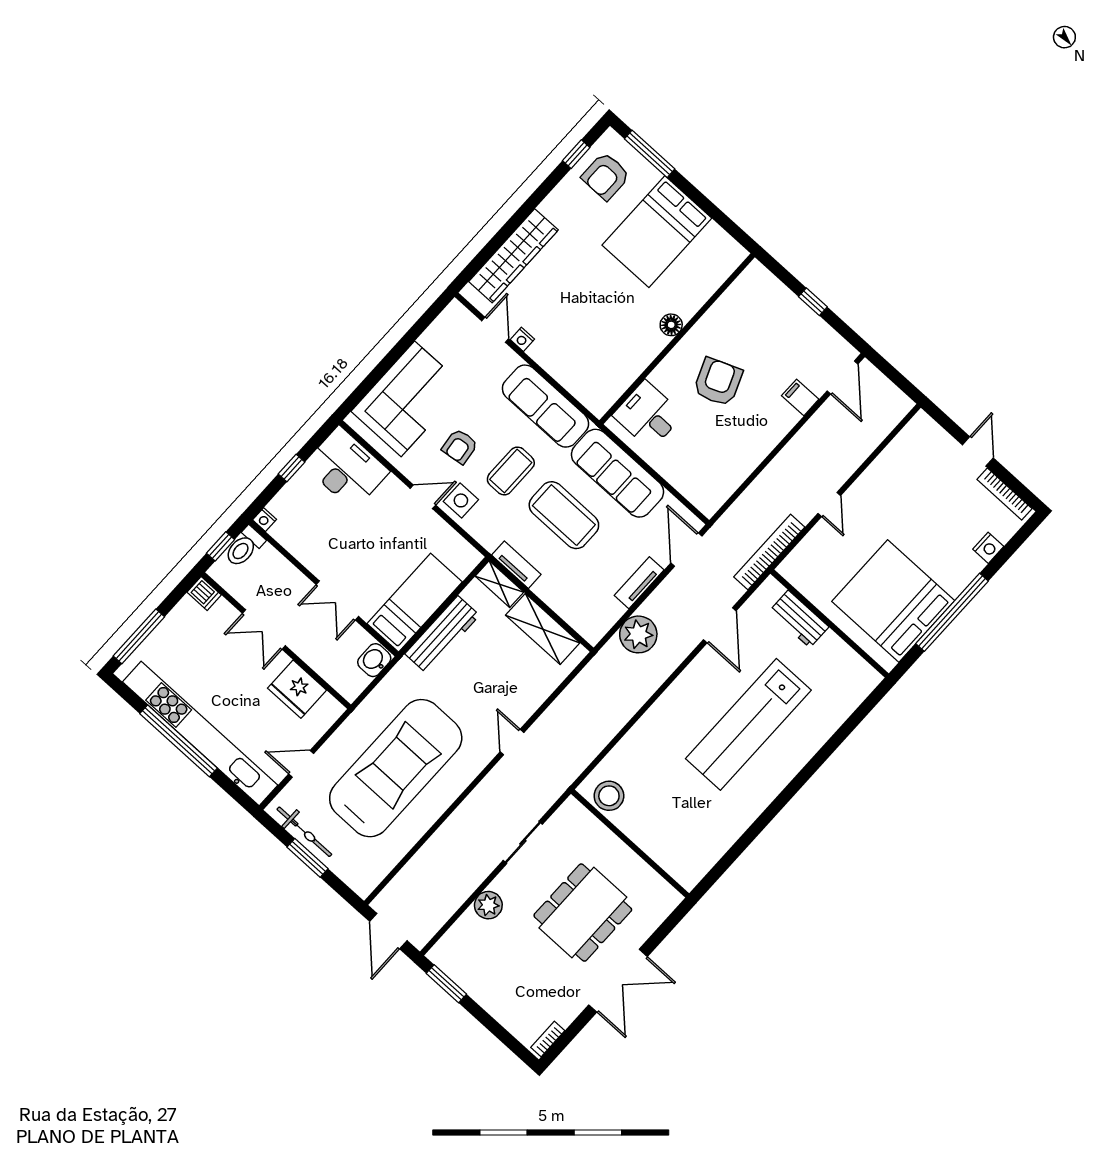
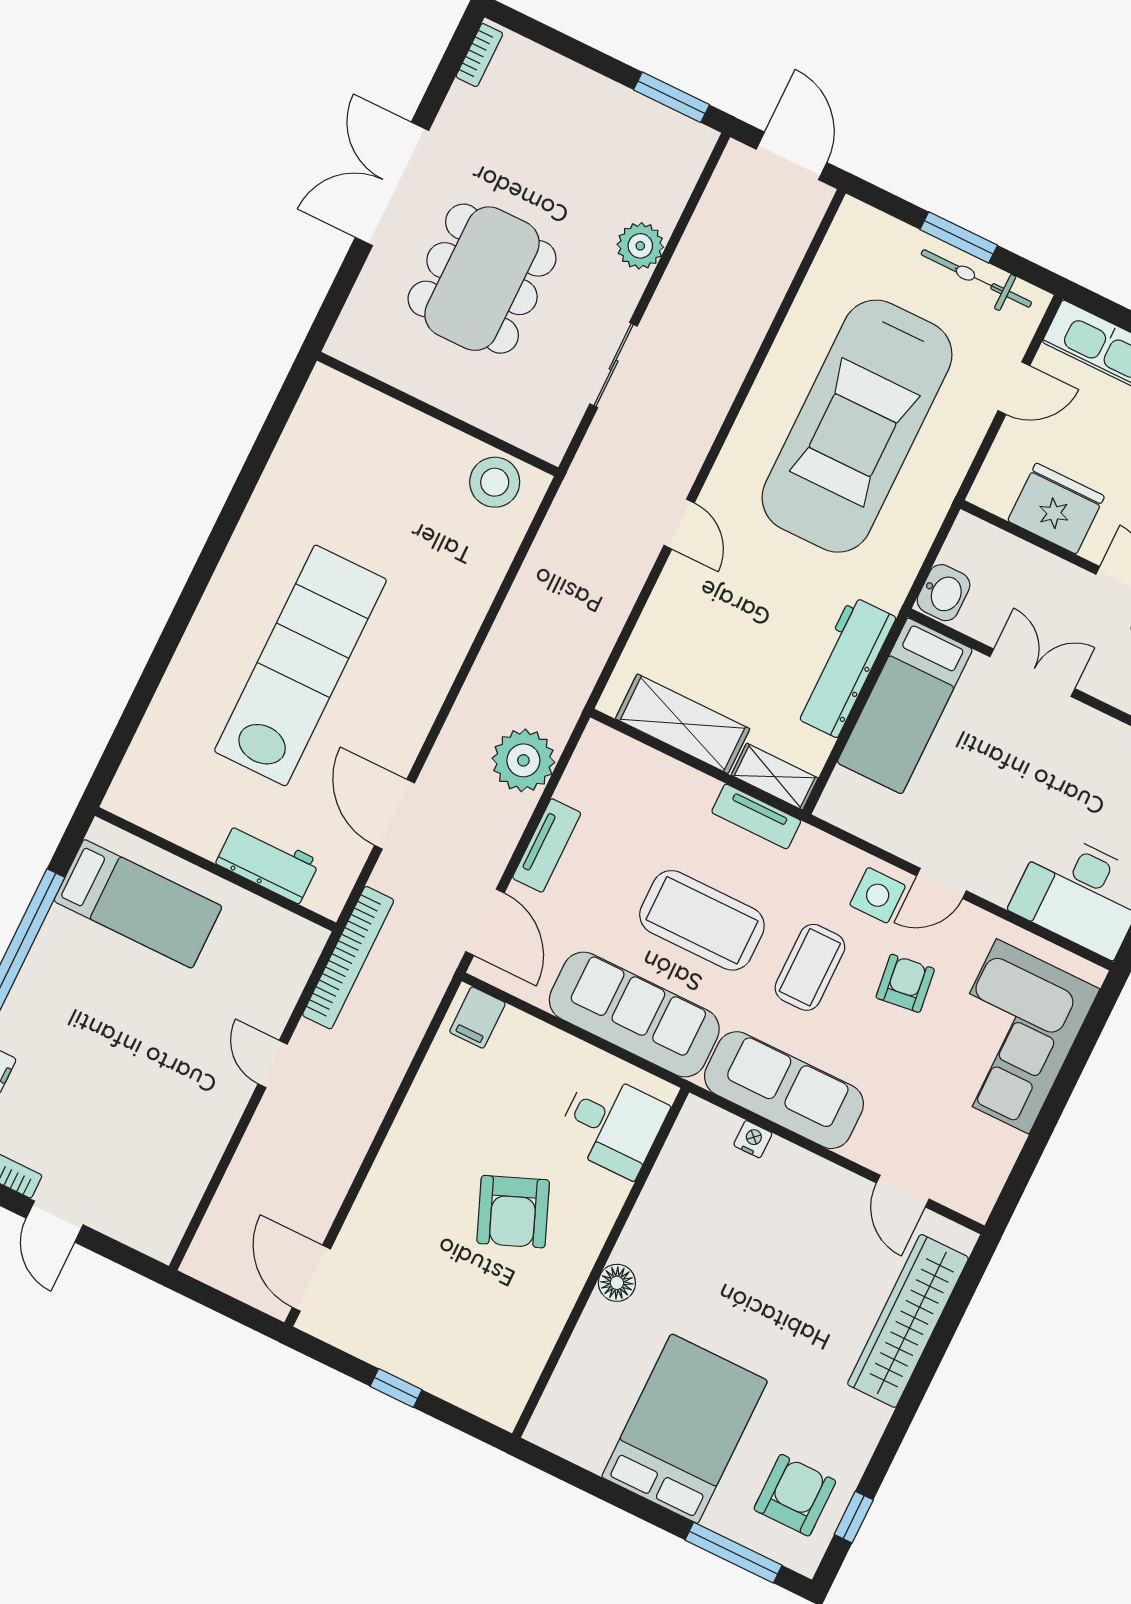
nightstand: (522, 339) -> (753, 1139), moved
filing cabinet: (800, 397) -> (477, 1018), moved, turned 90
bed: (893, 601) -> (138, 904), width x0.49

